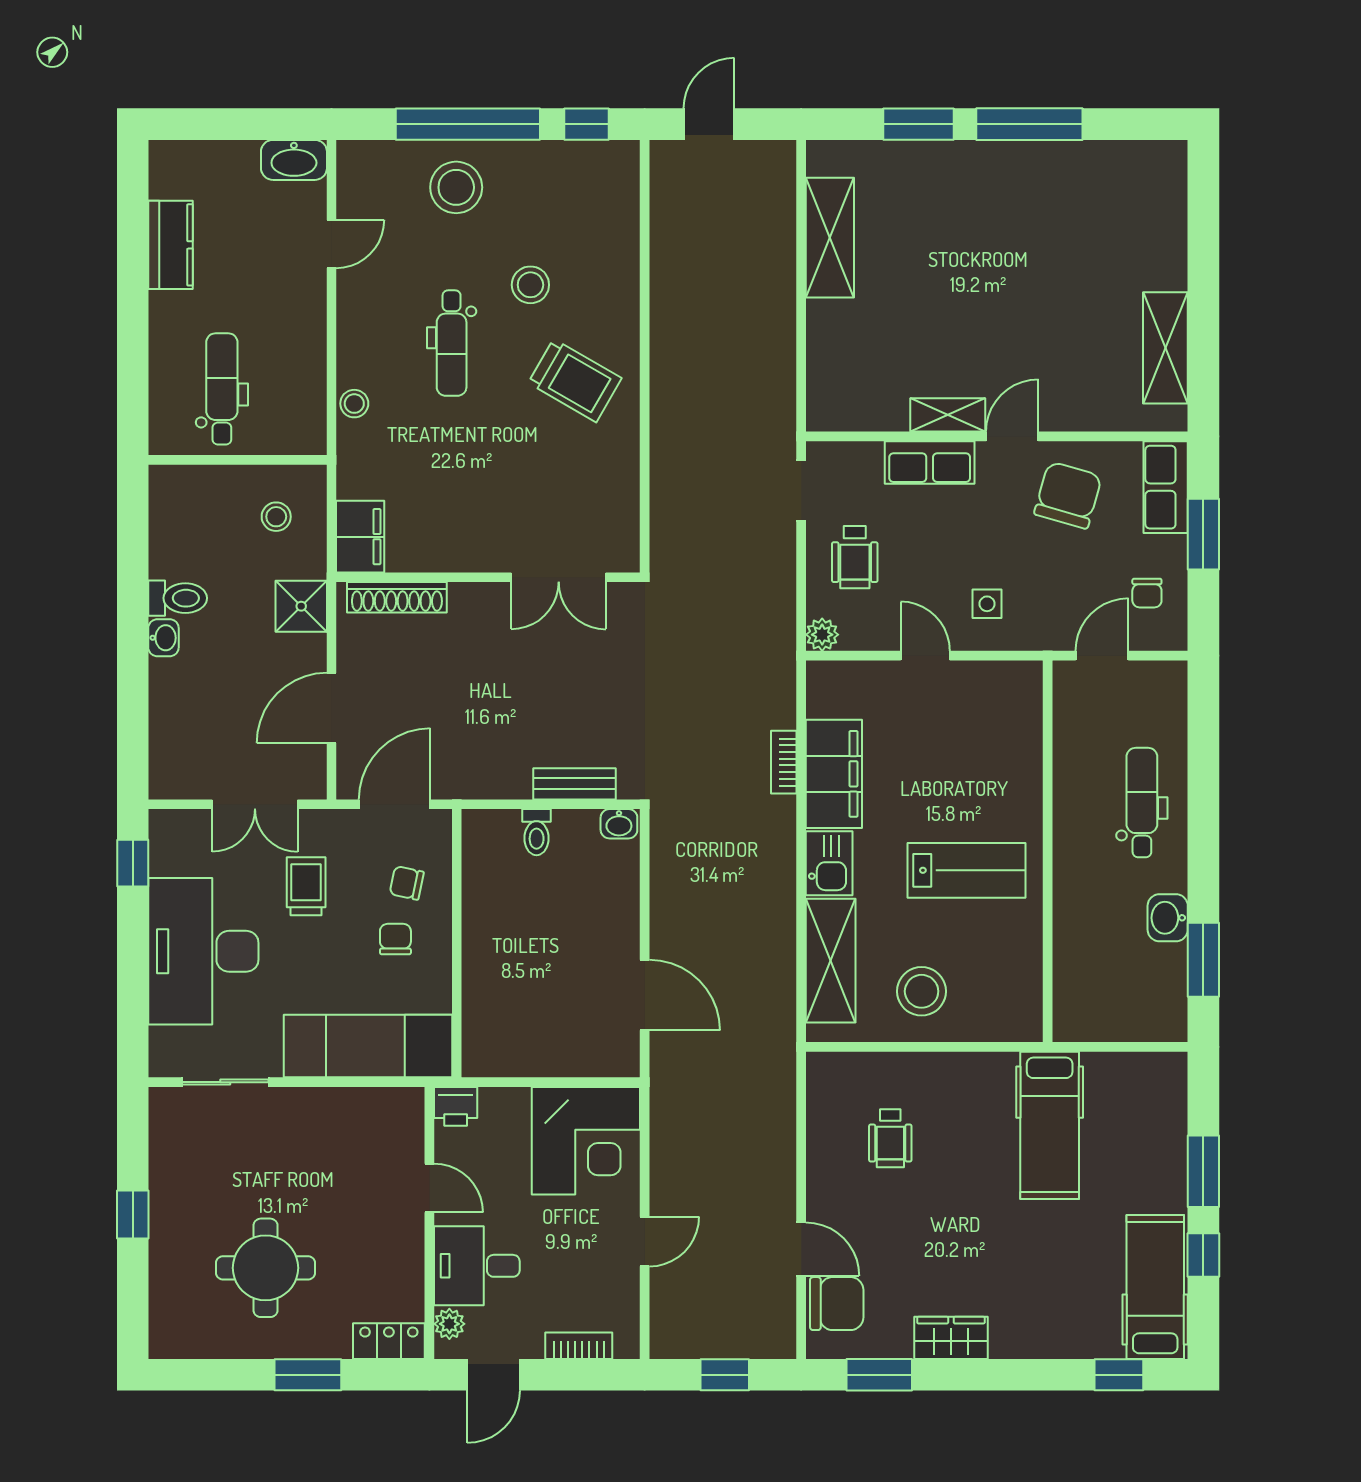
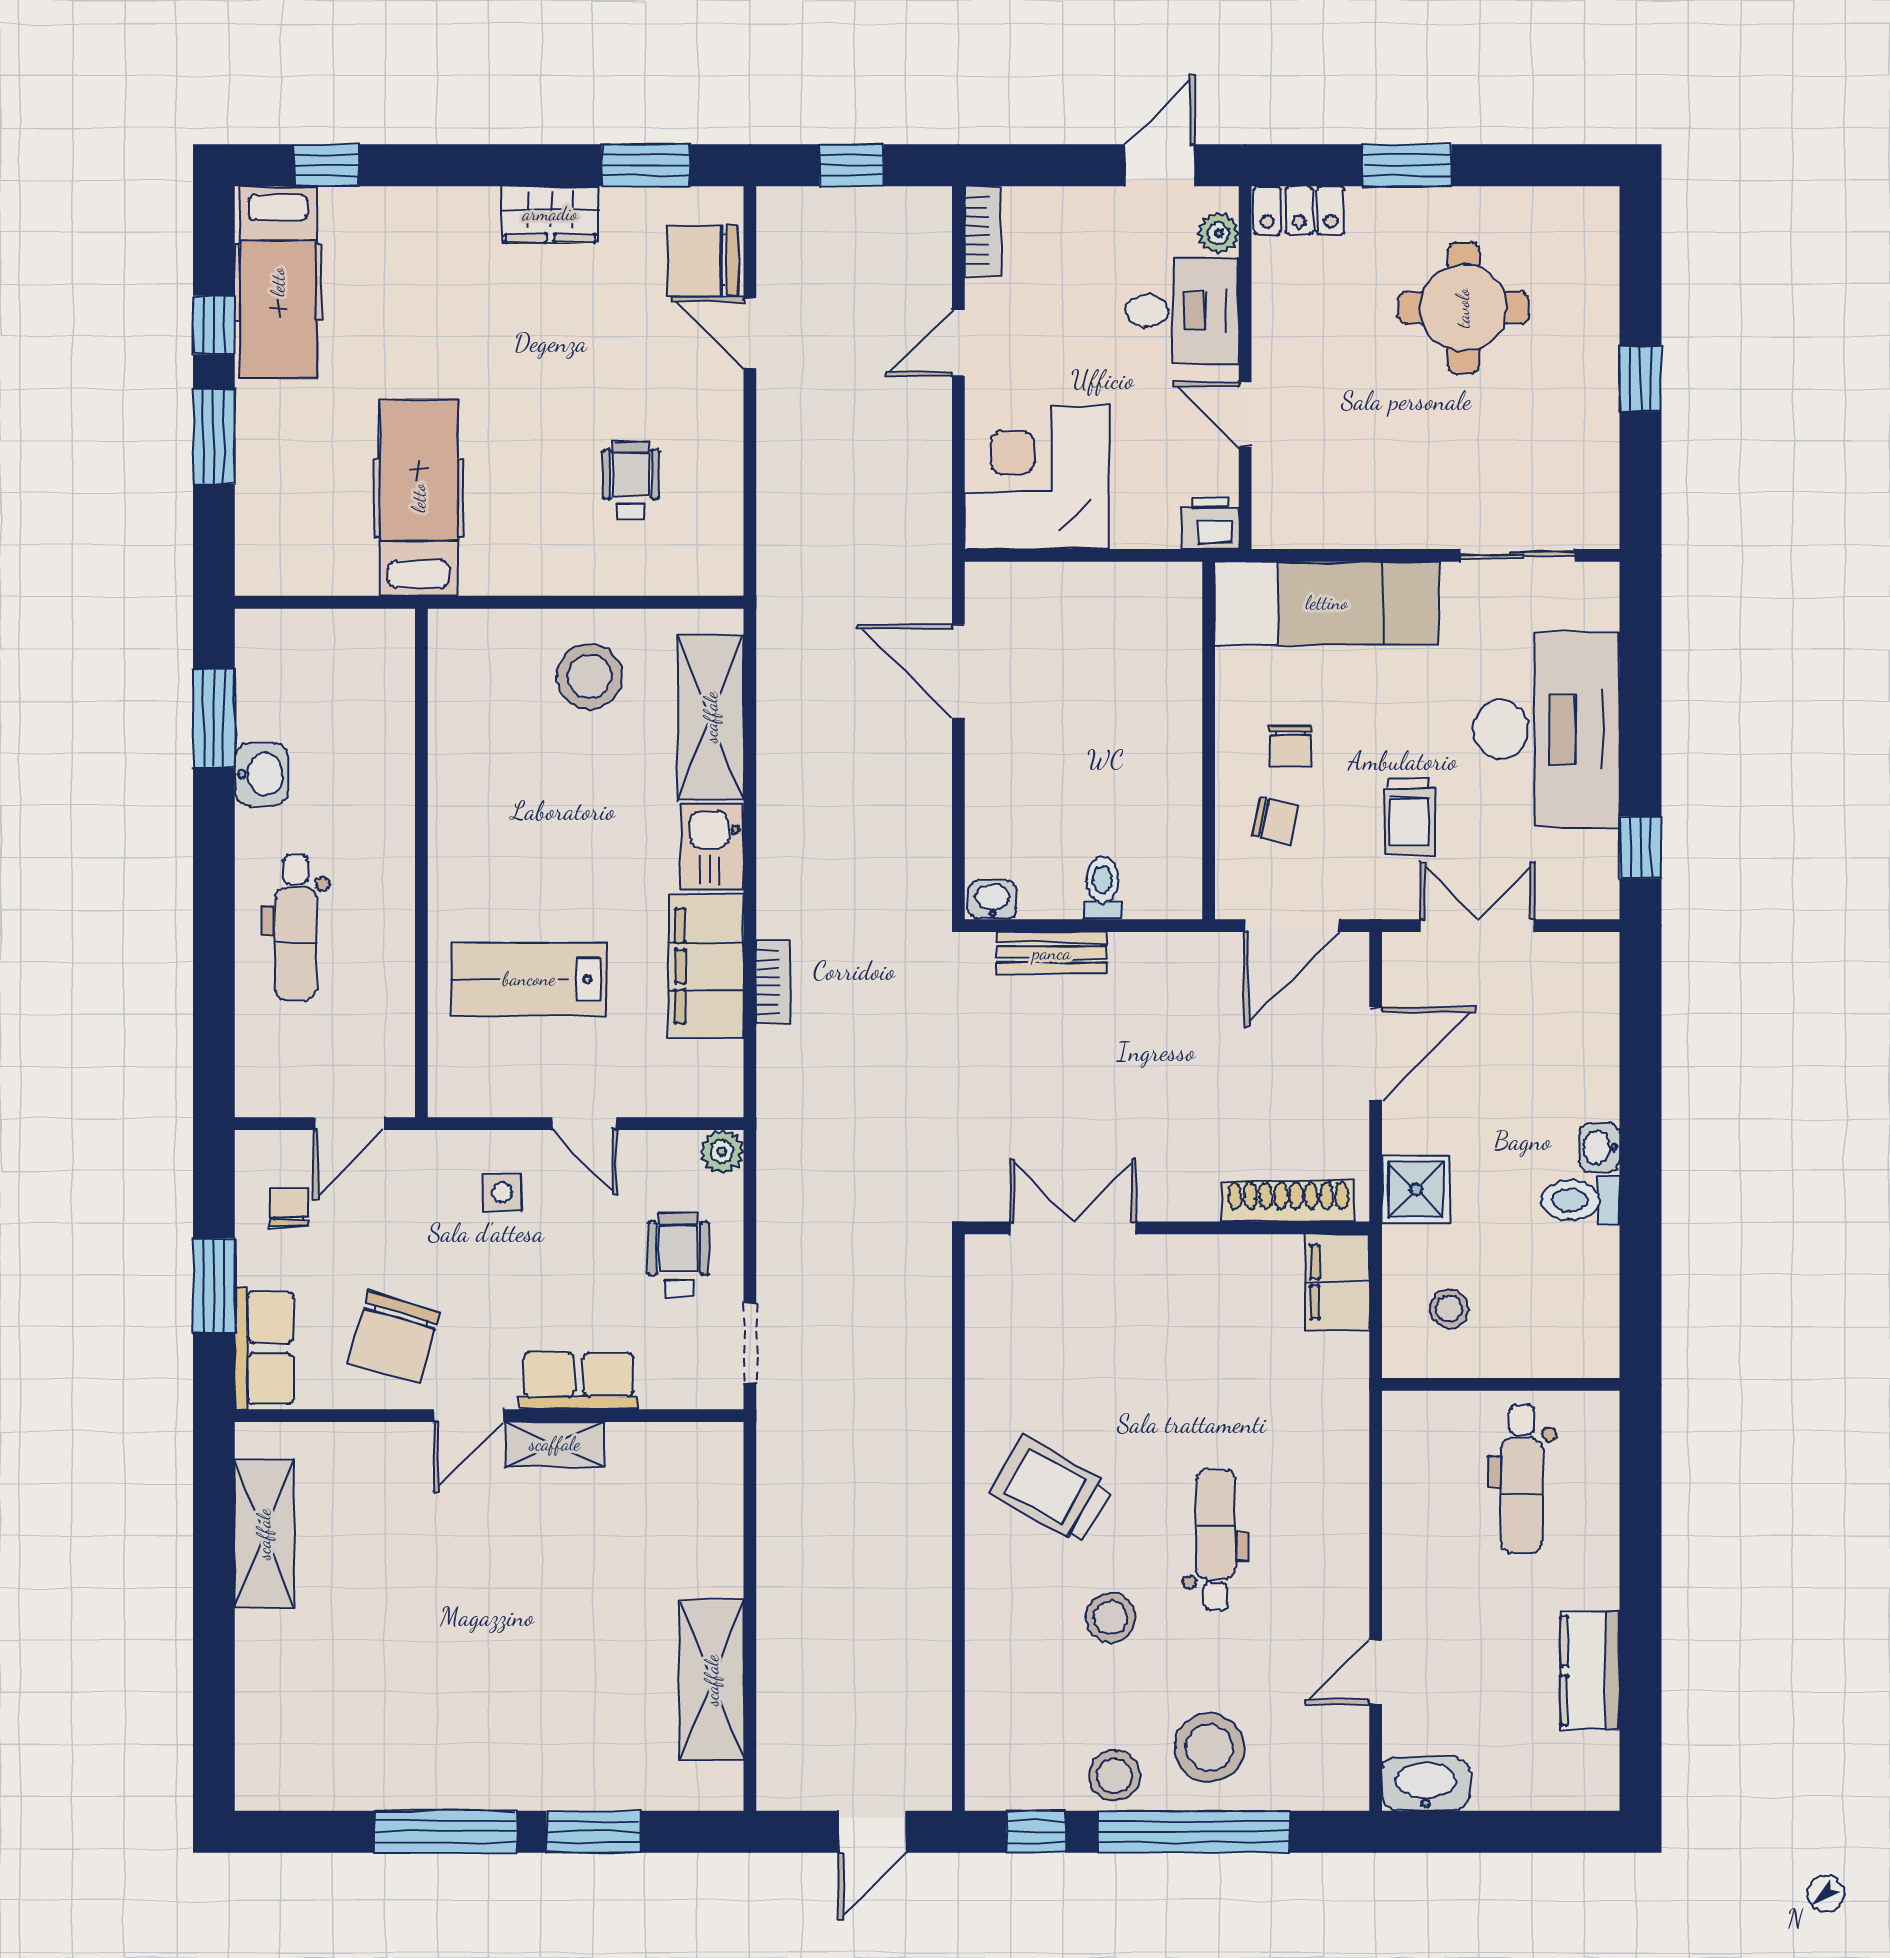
stool: (354, 404) -> (1115, 1776), moved, width x1.37, depth x1.37
lab bench: (966, 870) -> (529, 979), moved
bookcase: (579, 1346) -> (982, 231), moved, turned -90

